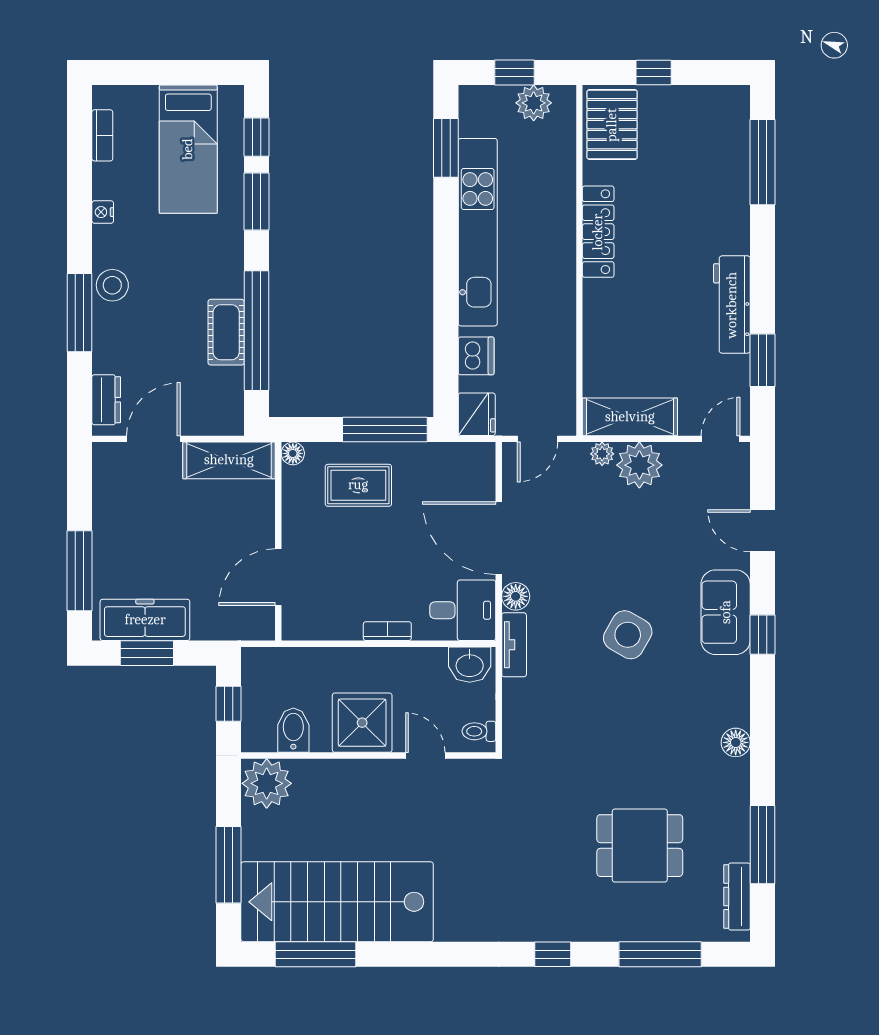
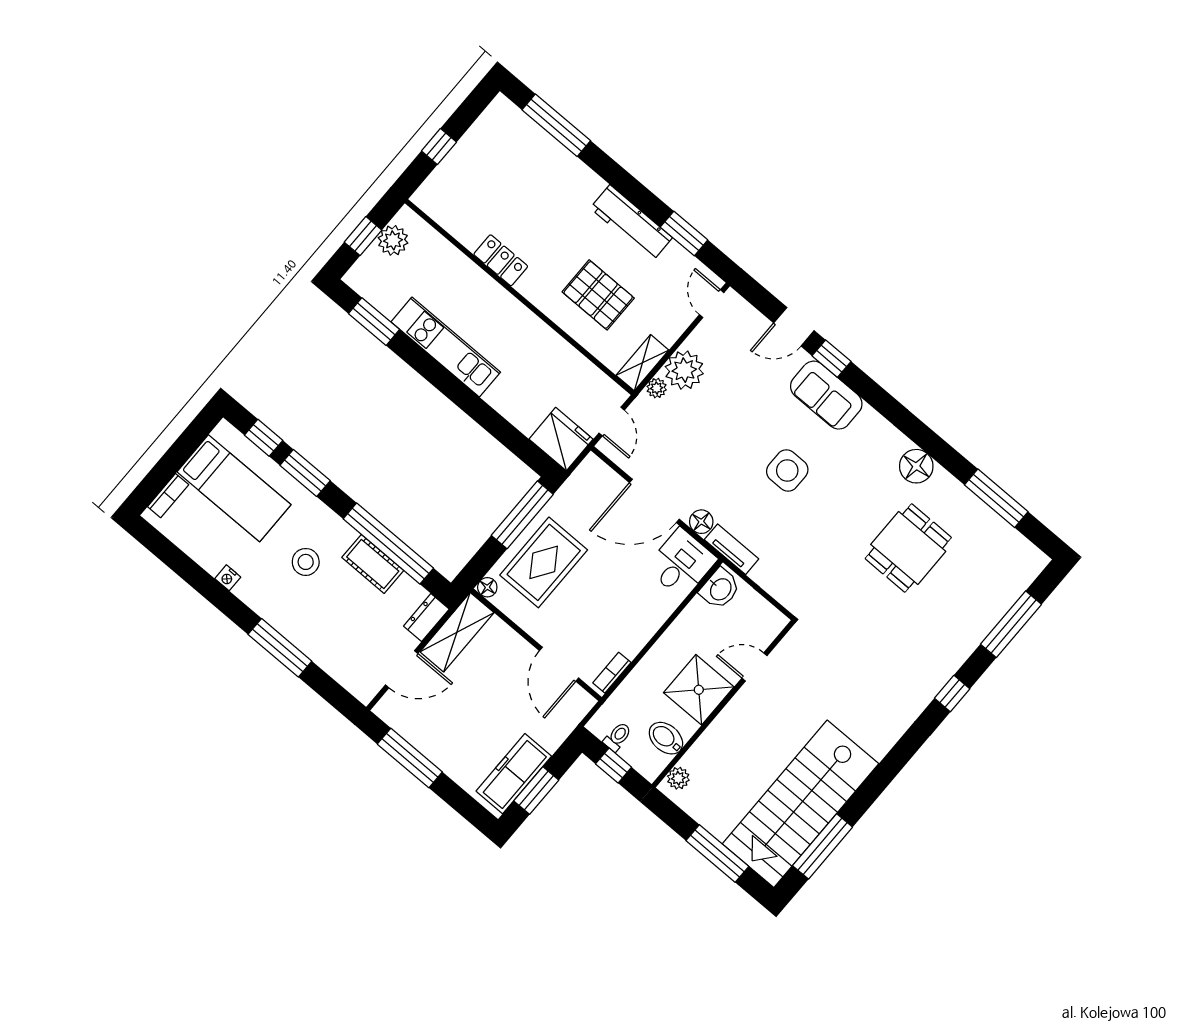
pallet: (612, 125) -> (598, 295), moved
bookcase: (102, 135) -> (168, 496), moved, turned 90
kitchen unit: (478, 232) -> (446, 347), width x0.73
locker: (598, 232) -> (501, 260), width x0.66
stool: (112, 285) -> (306, 562), moved
dishwasher: (476, 356) -> (525, 416), removed
dresser: (106, 400) -> (426, 618), moved, turned -90
fridge: (477, 414) -> (561, 439), width x1.36, depth x1.34
shelving: (630, 417) -> (642, 363), width x0.67, depth x0.75
door: (153, 439) -> (402, 669), swing flipped
rug: (358, 485) -> (544, 562), width x1.36, depth x1.43
window: (80, 571) -> (410, 758), moved
bookcase: (387, 631) -> (612, 673), moved
side table: (628, 635) -> (787, 471), turned -30
window: (763, 635) -> (832, 359), moved
toilet: (479, 731) -> (618, 737), moved, turned 180
floor lamp: (736, 742) -> (916, 466), width x1.38, depth x1.38
plant: (267, 783) -> (678, 778), width x0.53, depth x0.53
dining table: (640, 846) -> (908, 548), moved
dresser: (737, 896) -> (1016, 543), removed

